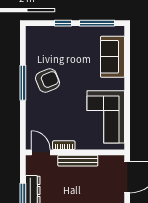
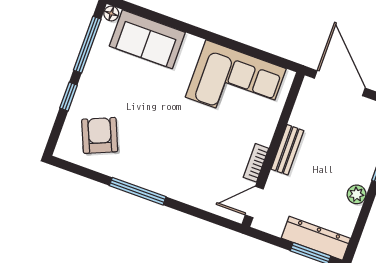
floor lamp: (120, 31) -> (111, 13), added
armchair: (47, 80) -> (100, 135), moved
bench: (78, 161) -> (287, 150), width x0.73

